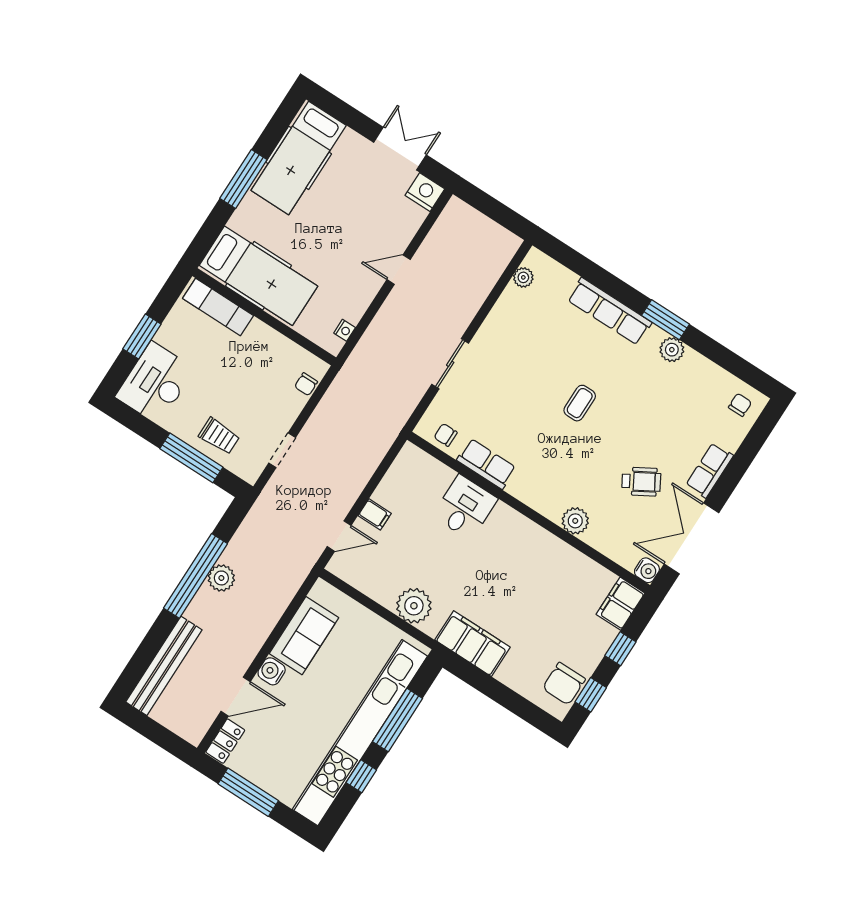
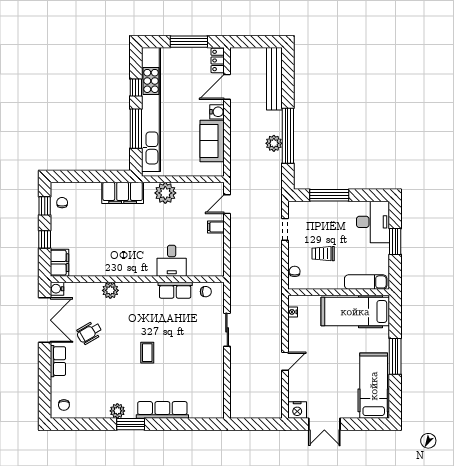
plant: (523, 277) -> (218, 399), removed
trolley: (219, 436) -> (323, 254), moved
chair: (564, 684) -> (62, 203), width x0.54, depth x0.54

